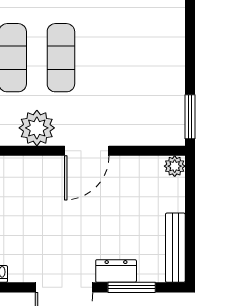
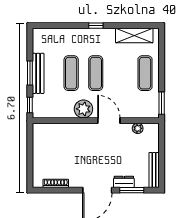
exercise mat: (158, 58) -> (145, 73), added
door: (87, 151) -> (109, 121), swing flipped
plant: (175, 166) -> (138, 128), moved

